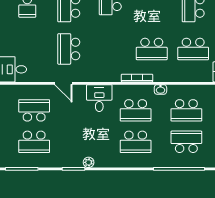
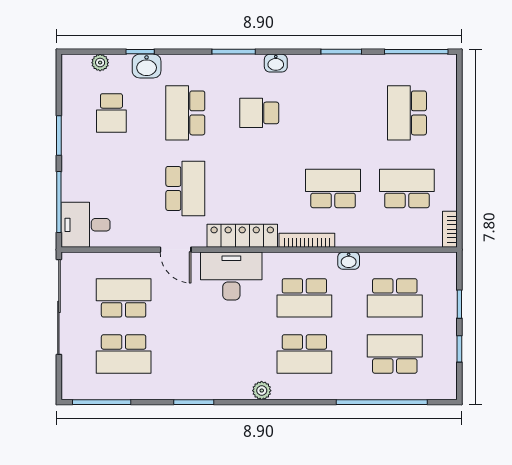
school desk: (69, 49) -> (185, 188), turned 180
school desk: (152, 49) -> (333, 188), turned 180
school desk: (193, 49) -> (407, 188), turned 180
locker: (101, 76) -> (242, 236), added
desk: (99, 98) -> (231, 276), width x1.37
plant: (89, 162) -> (262, 391), moved

